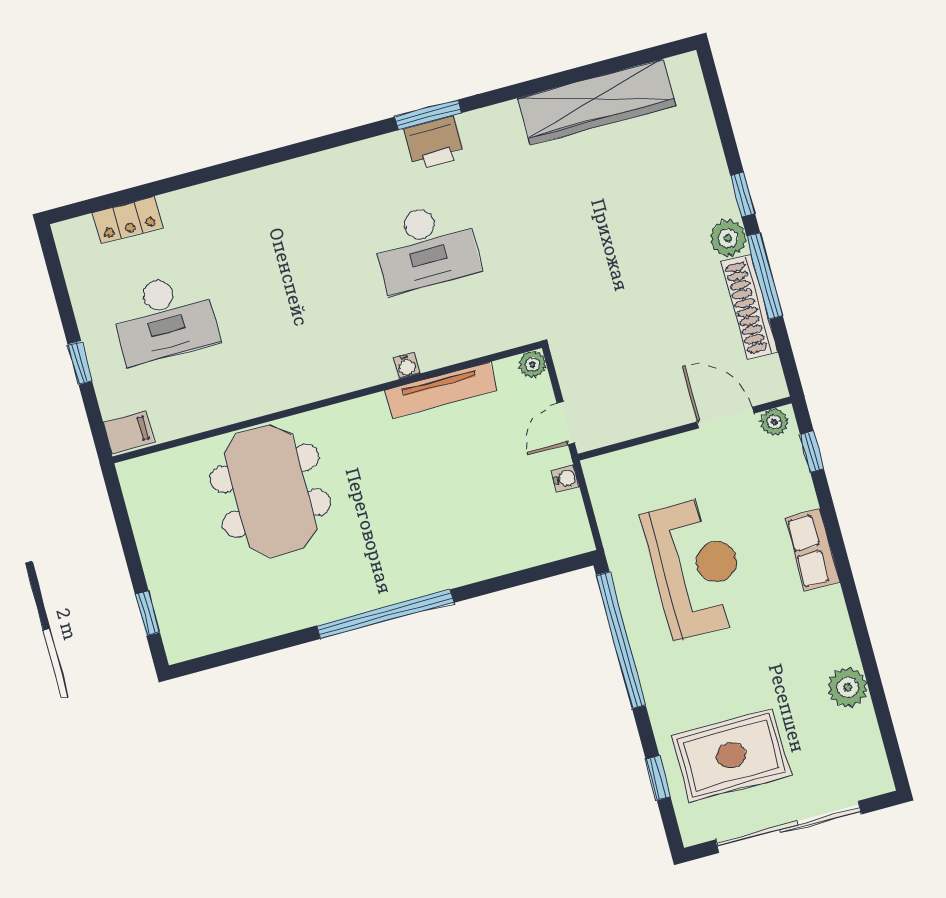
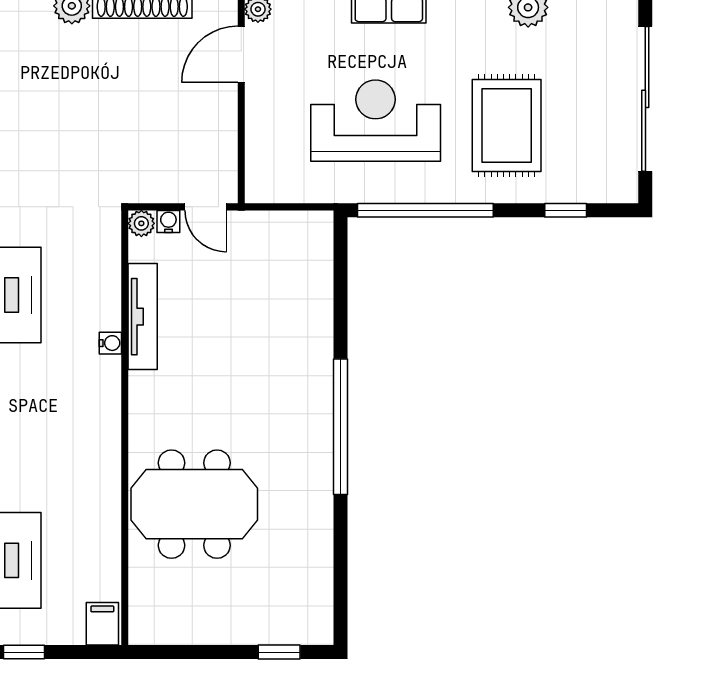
water cooler: (565, 478) -> (168, 221), moved
rug: (731, 755) -> (507, 126), moved

